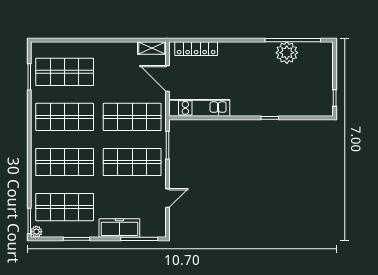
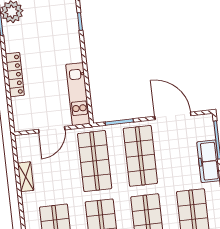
shelving: (152, 48) -> (26, 177), moved
locker: (196, 49) -> (15, 75), moved
door: (167, 198) -> (173, 116), width x1.87

